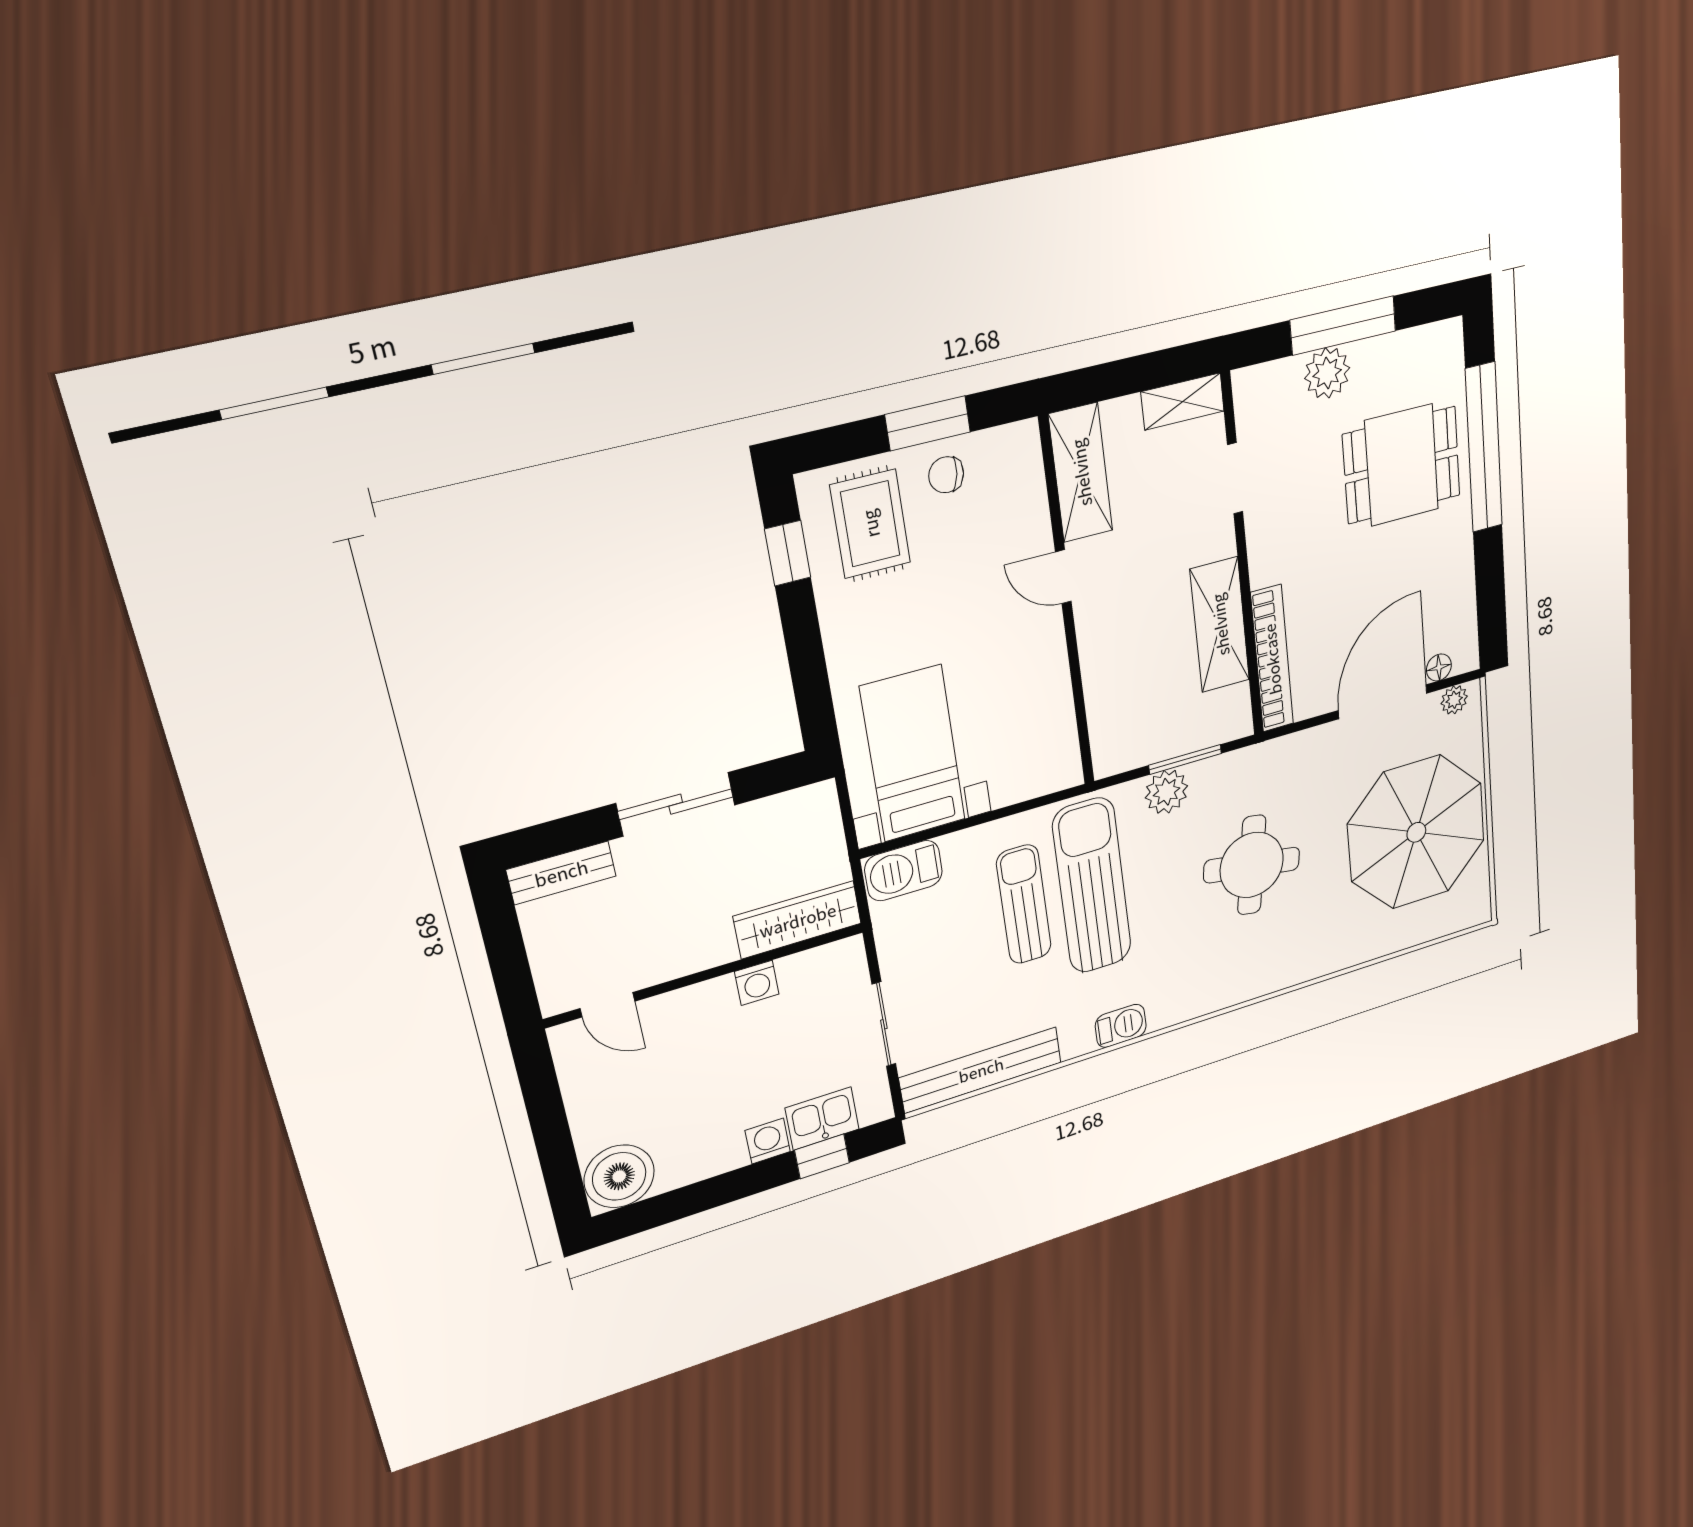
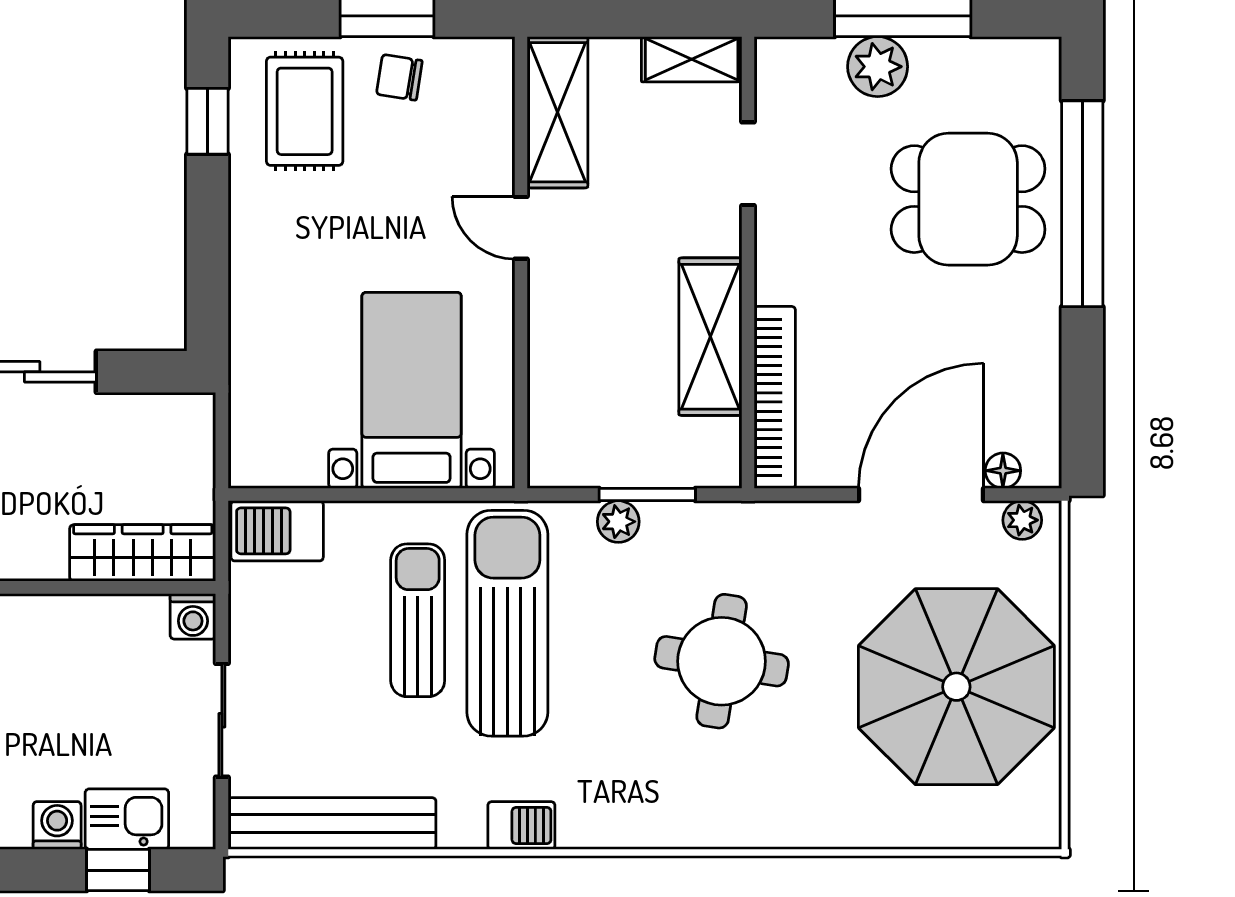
bed with nightstands: (913, 754) -> (412, 390), moved
plant: (1166, 792) -> (618, 522), width x0.73, depth x0.73
washing machine: (757, 983) -> (193, 616), moved

